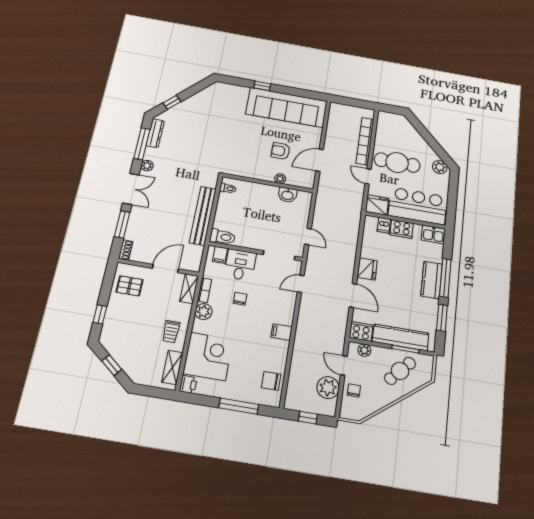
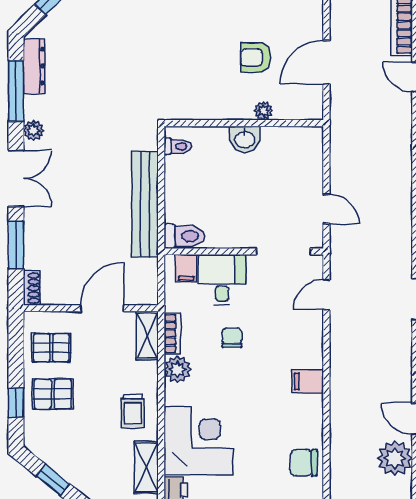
washbasin: (287, 195) -> (245, 139), moved
pallet: (124, 313) -> (53, 394), added

